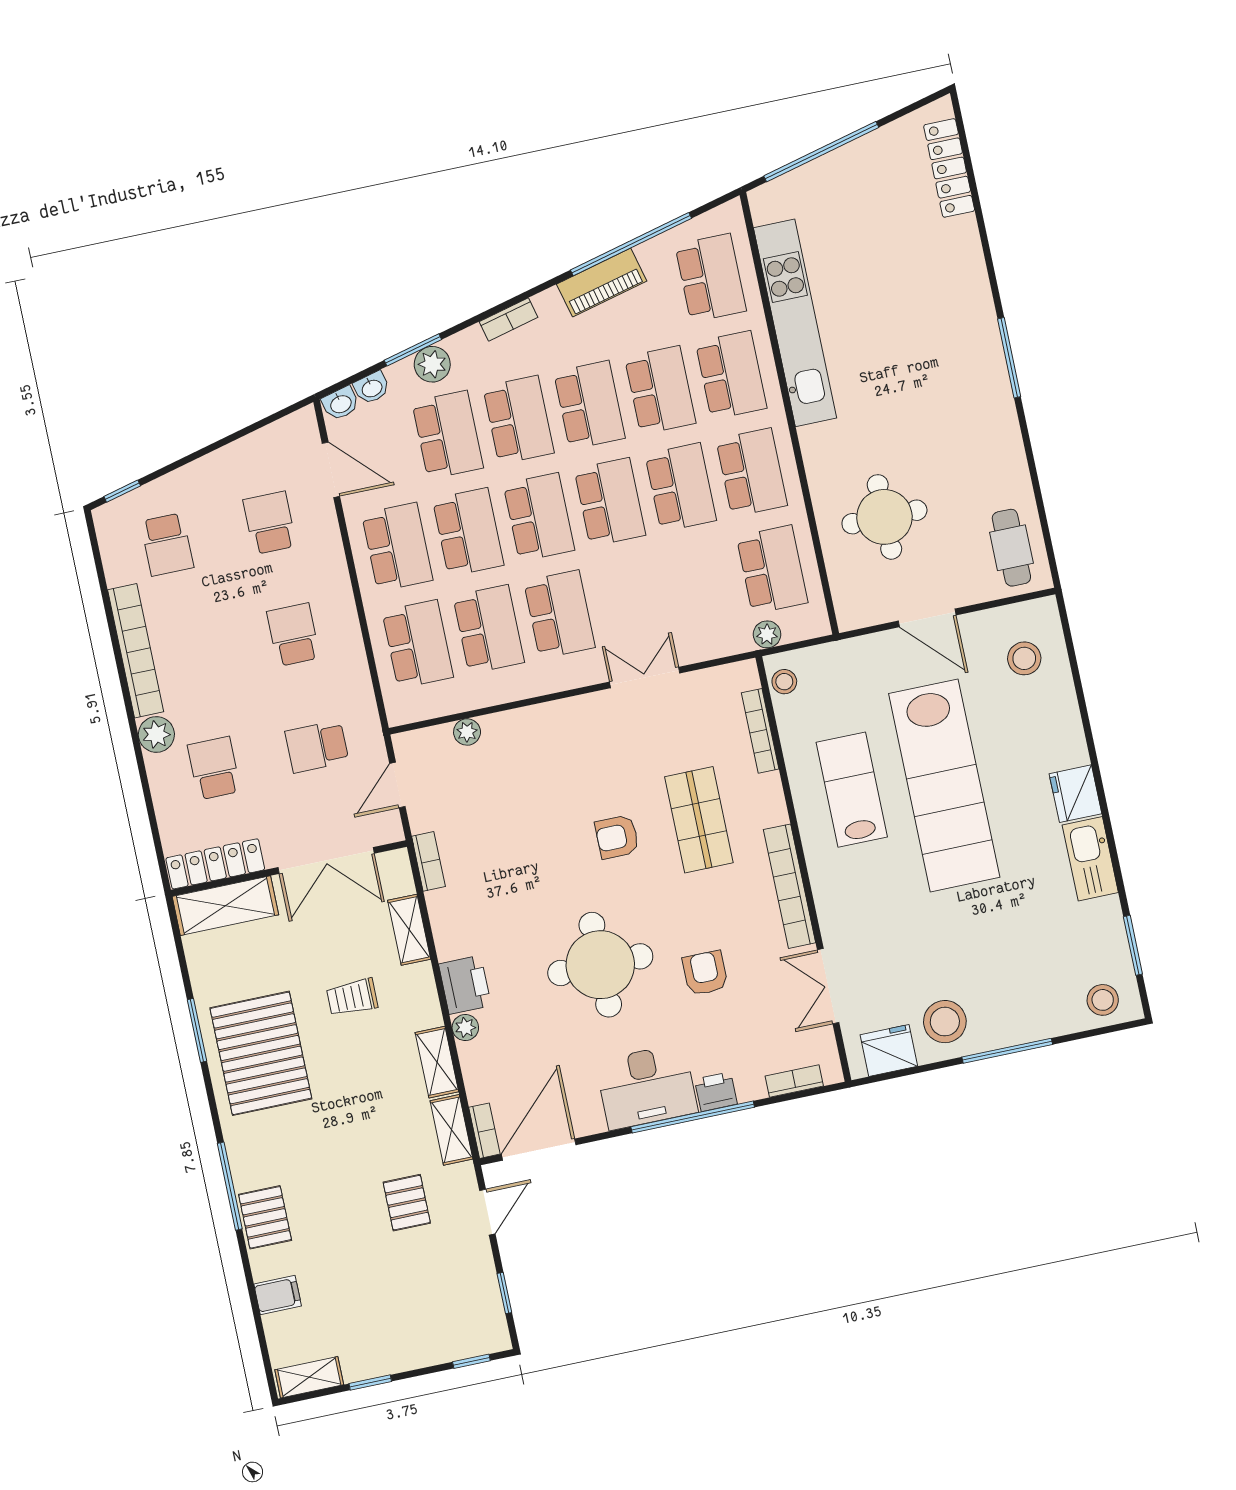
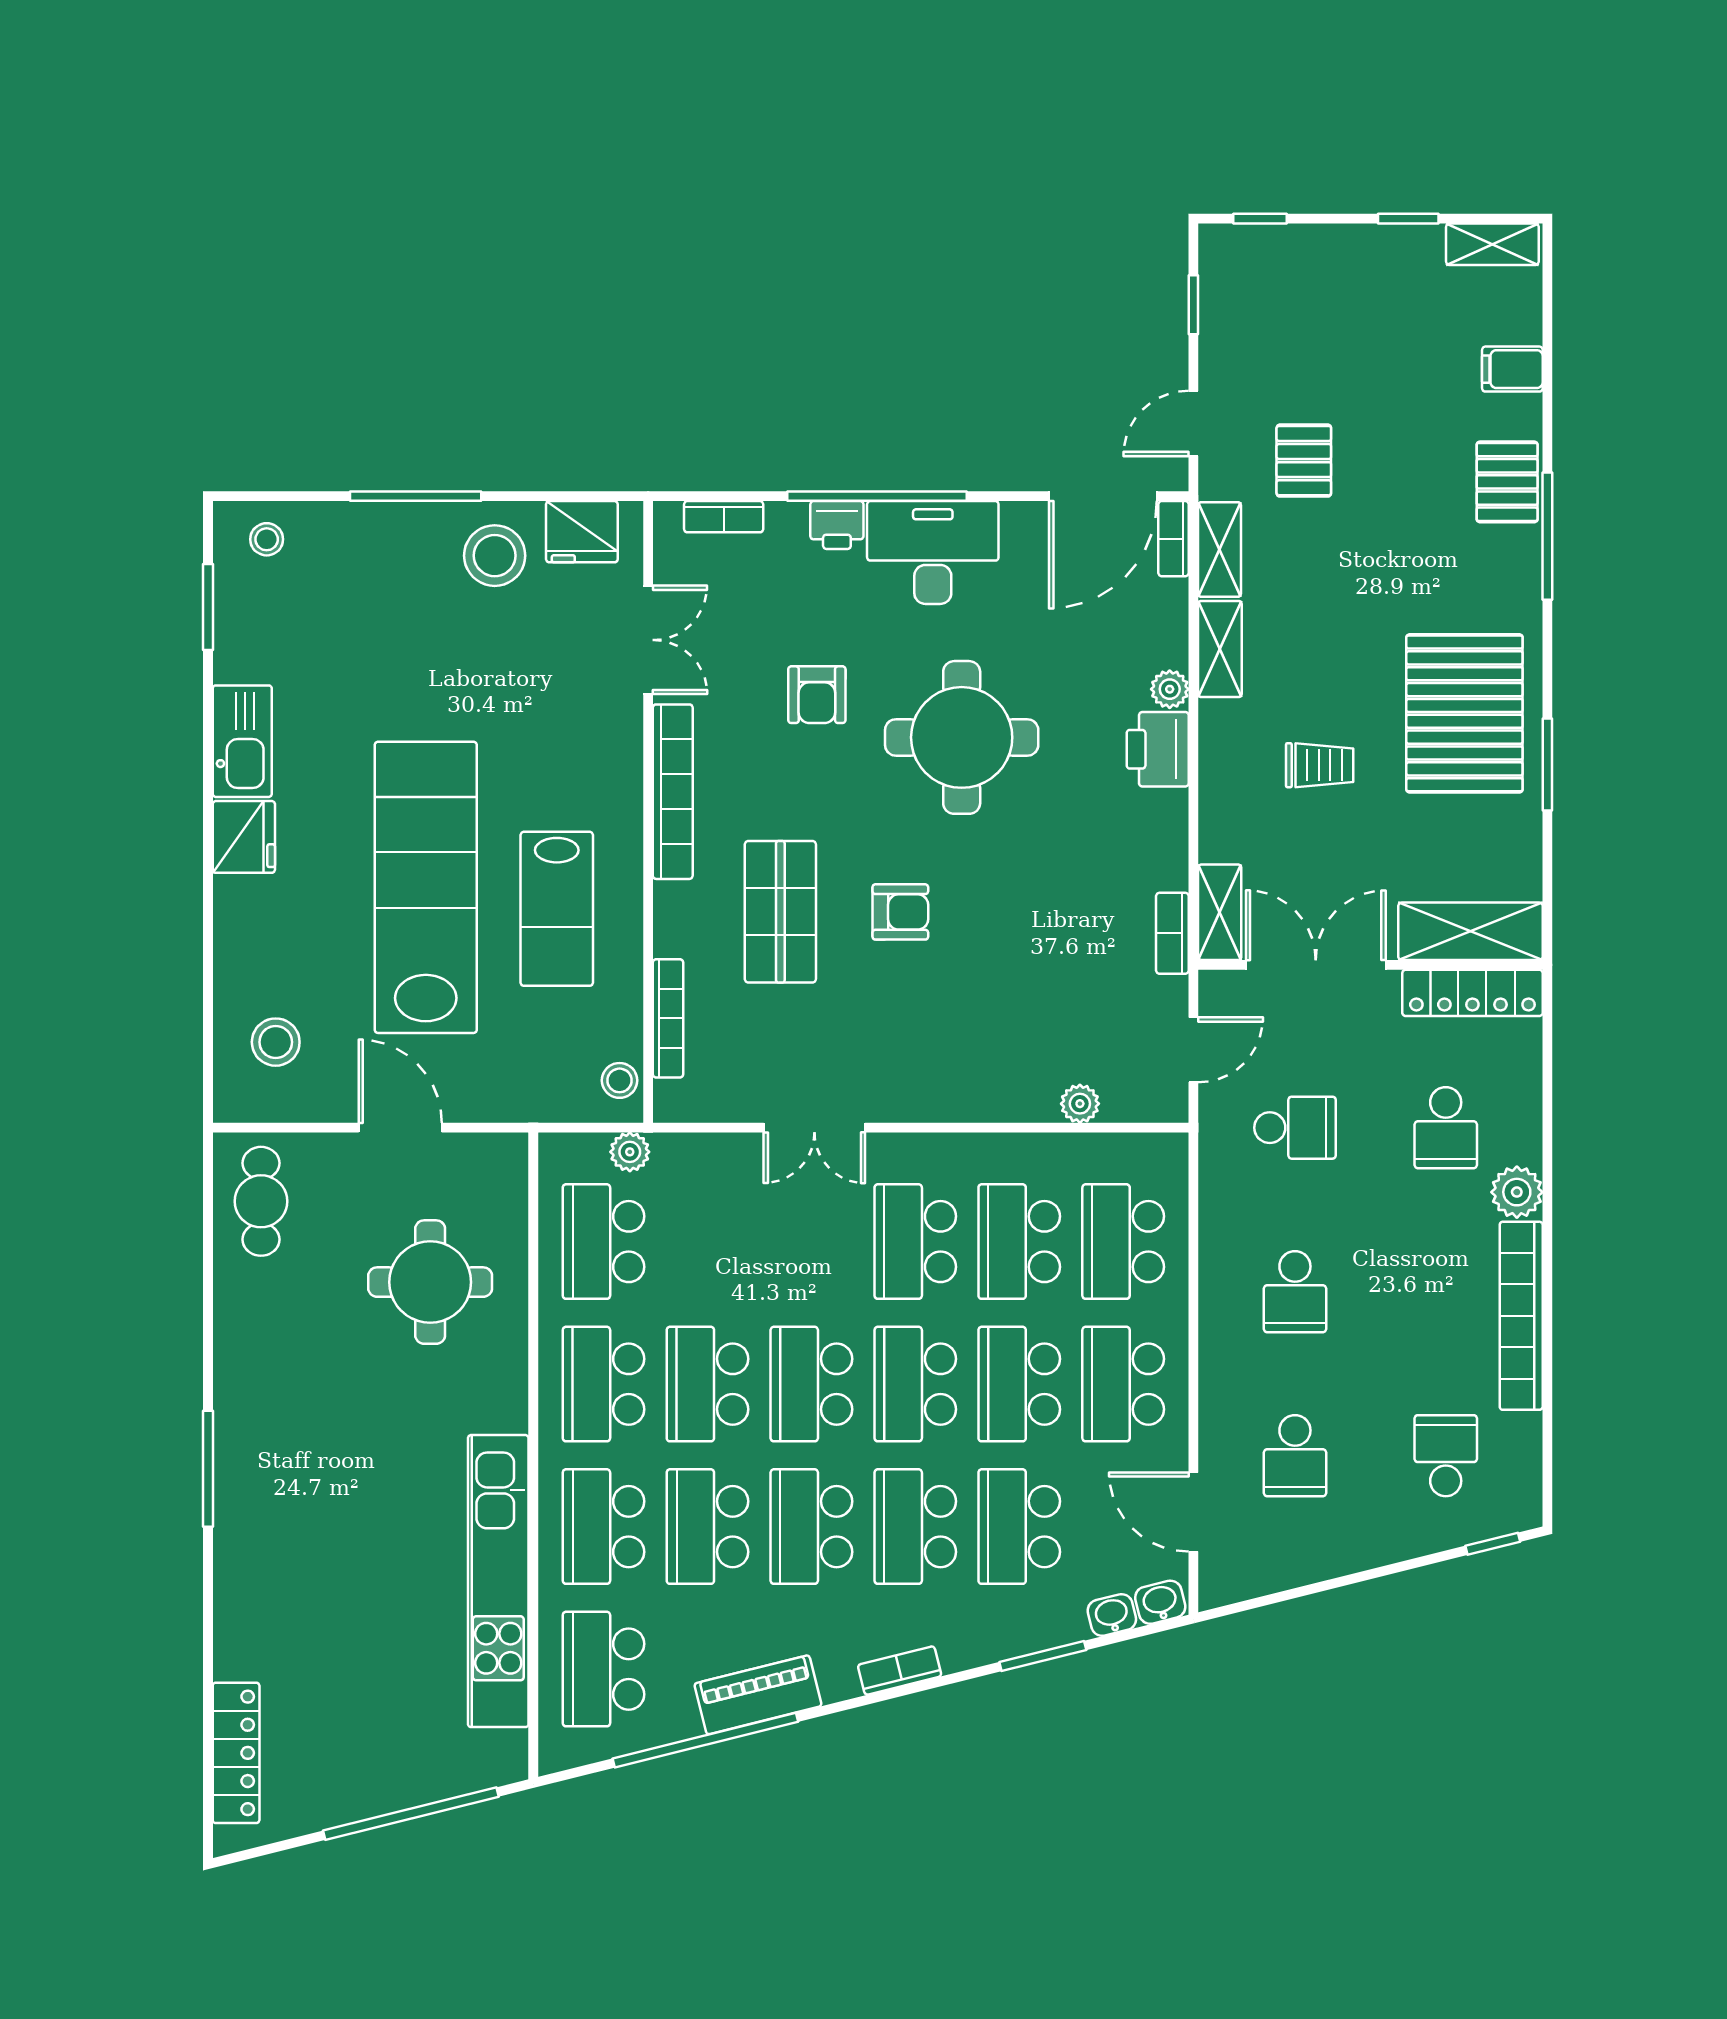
plant: (432, 364) -> (1020, 1630), removed
shelving: (409, 930) -> (1220, 912), moved
stool: (1103, 1000) -> (267, 539), width x0.73, depth x0.73

